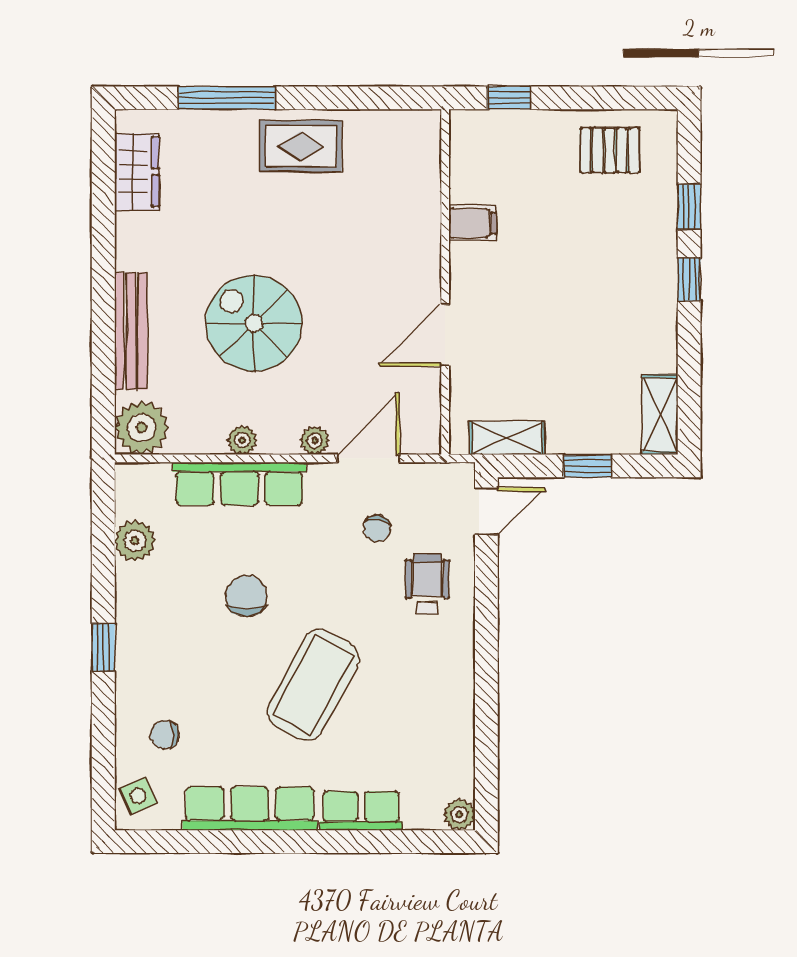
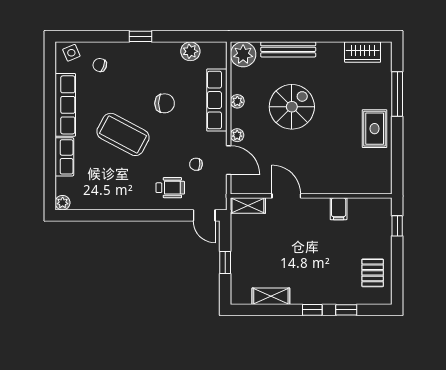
shelving: (660, 415) -> (271, 296), moved
shelving: (507, 438) -> (248, 206), moved, turned 90
chair: (164, 735) -> (100, 65), turned -69

